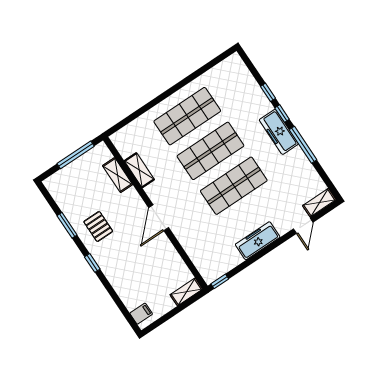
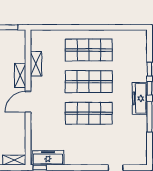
shelving: (118, 175) -> (20, 75), moved
shelving: (319, 203) -> (135, 160), removed
freezer: (258, 241) -> (48, 158), moved

